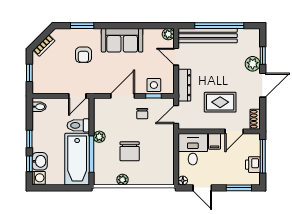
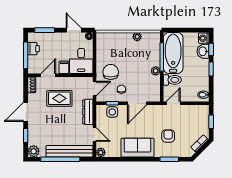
plant: (253, 64) -> (34, 151), moved
chair: (130, 151) -> (111, 72), moved

